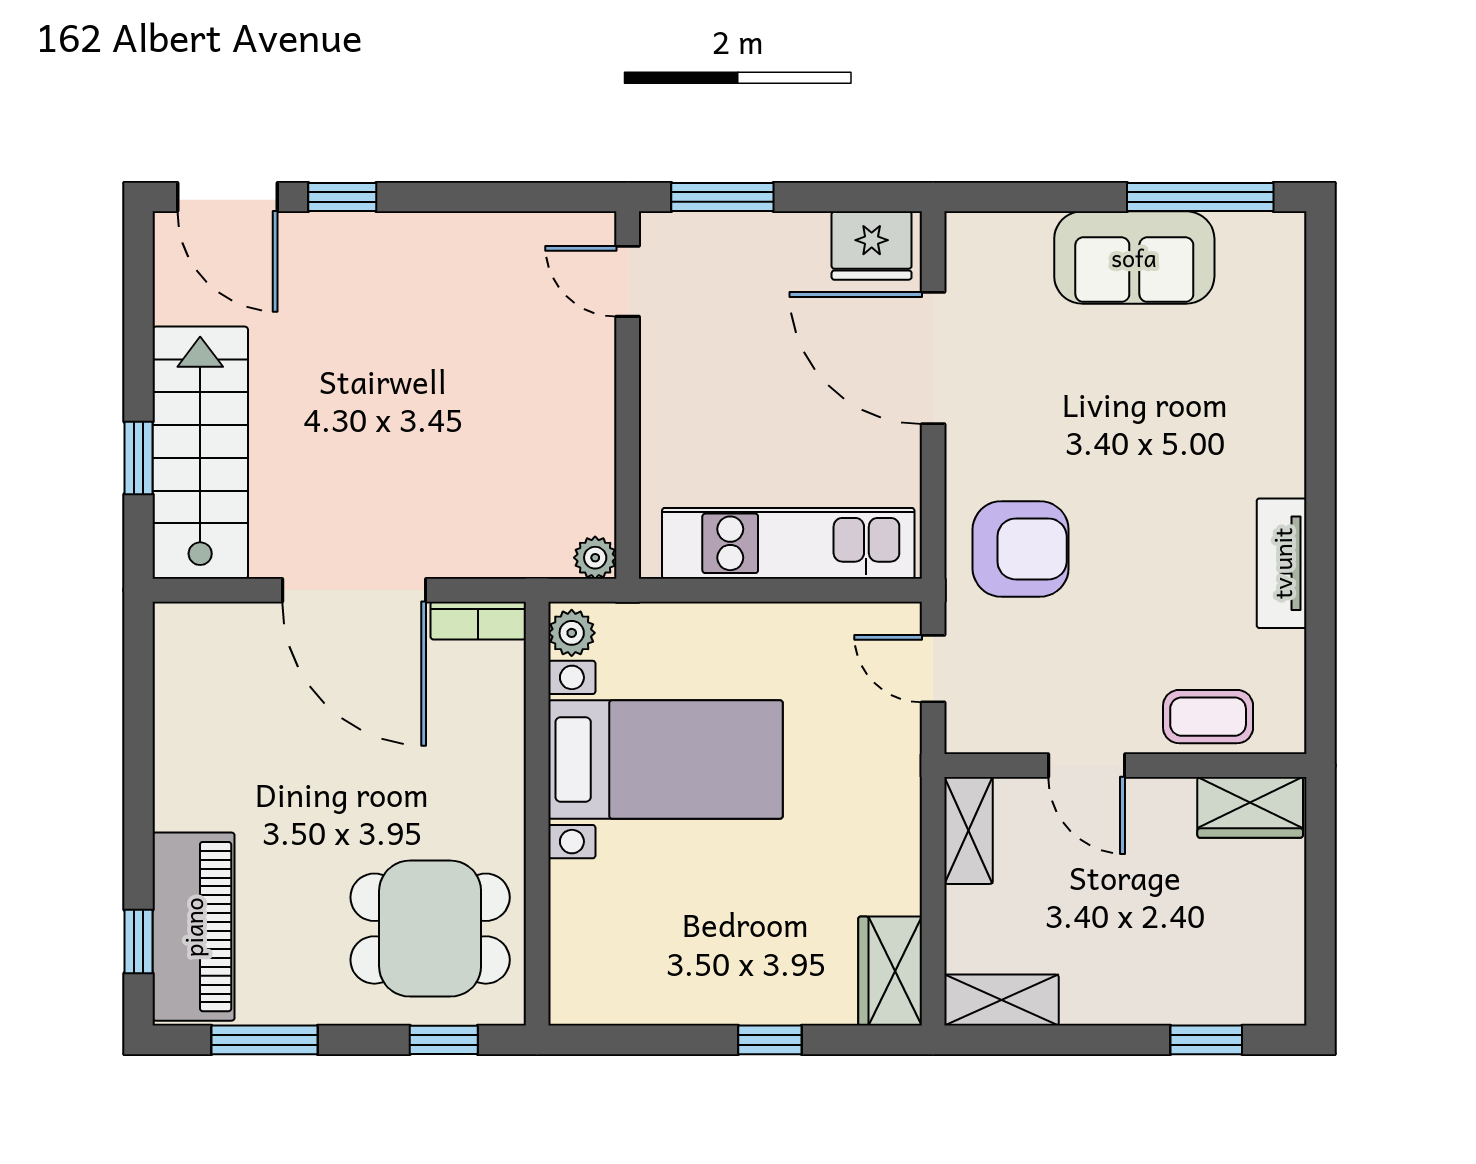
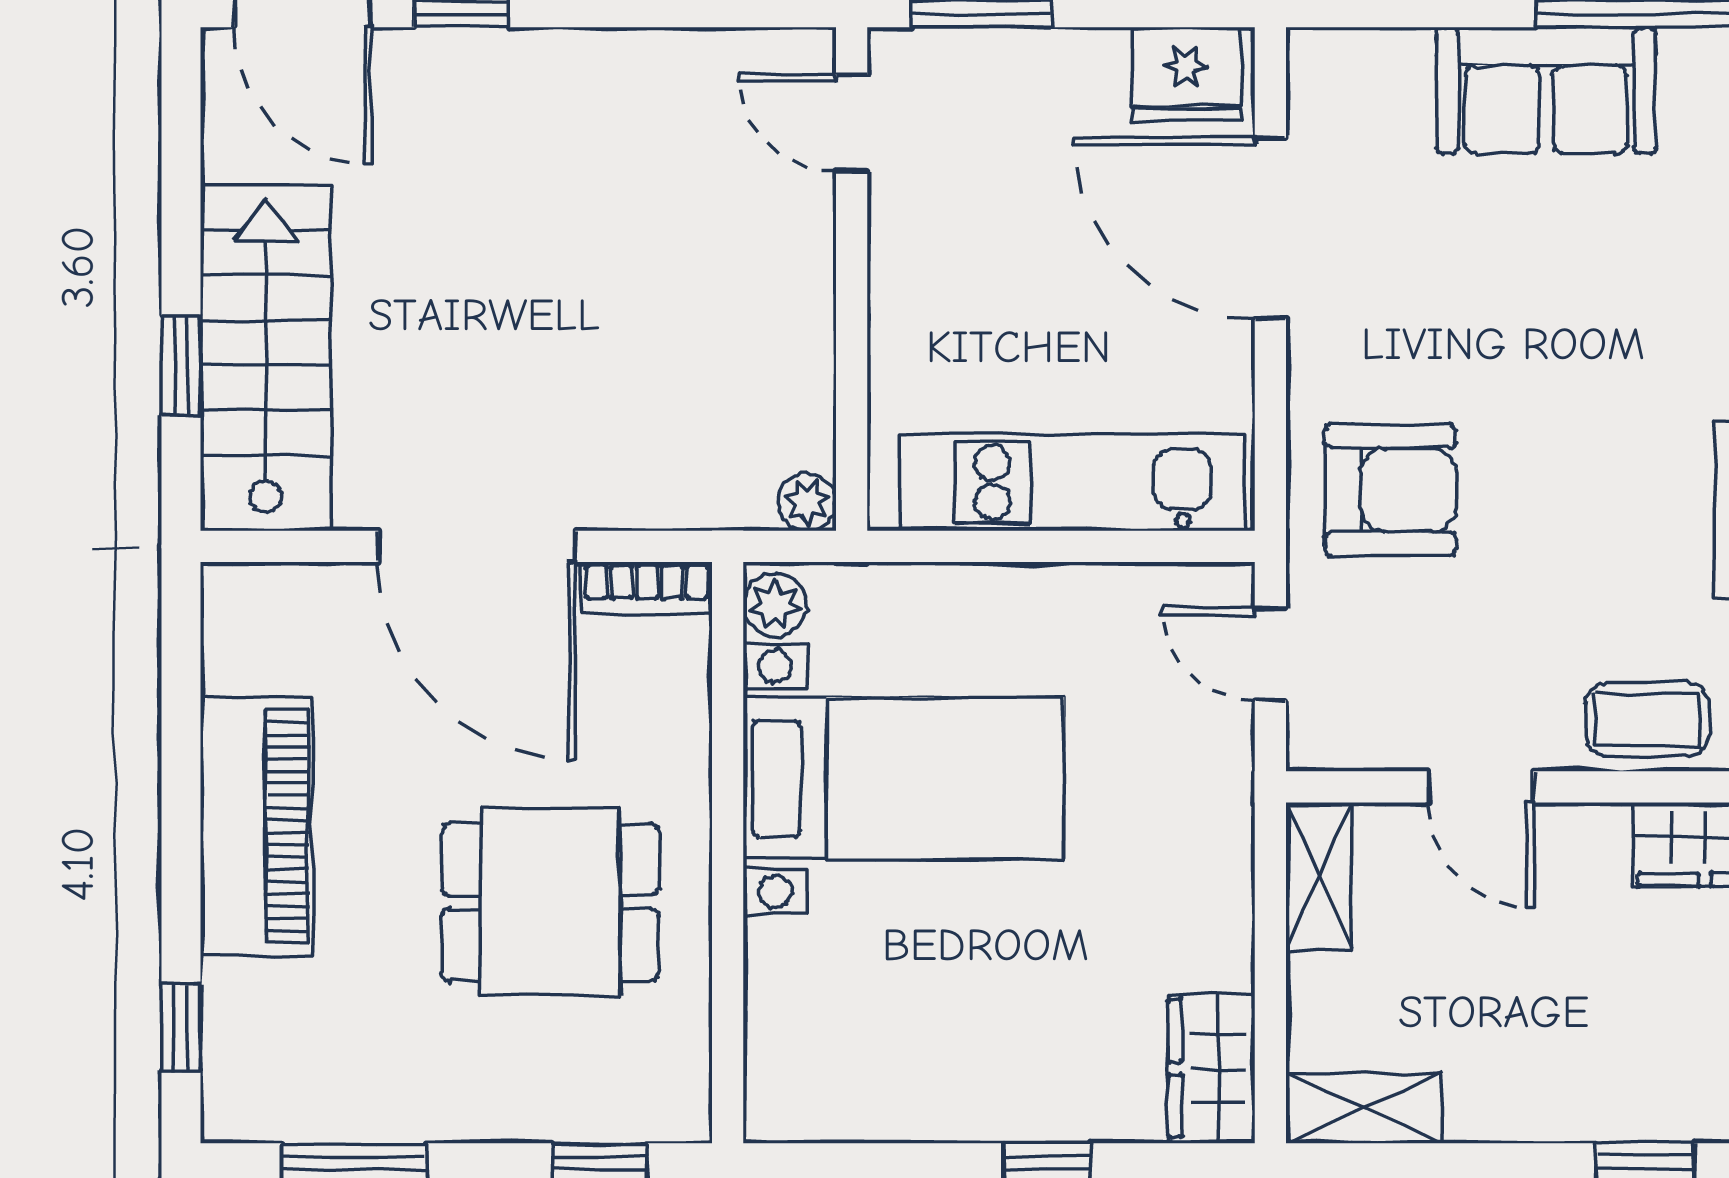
piano: (193, 927) -> (256, 826), moved
dining table: (430, 929) -> (550, 902), moved

